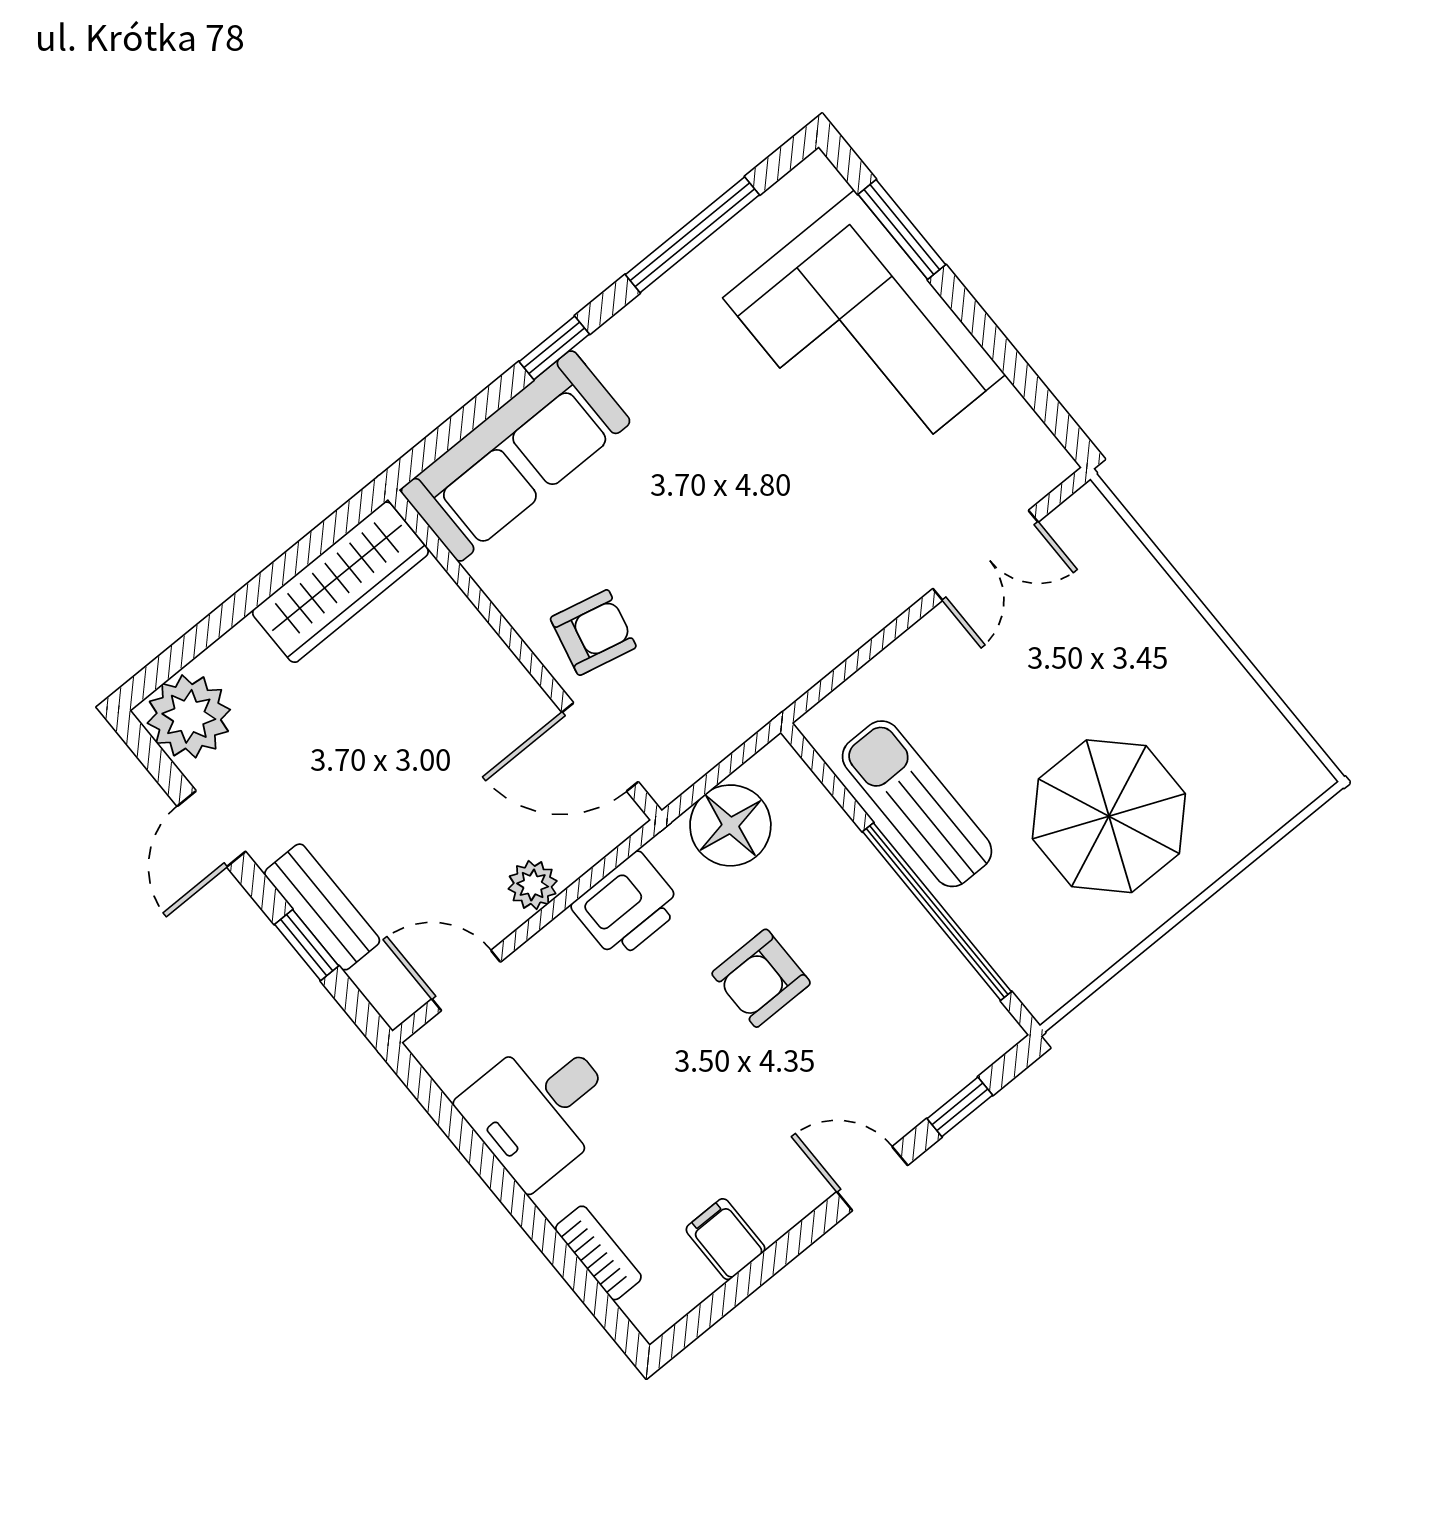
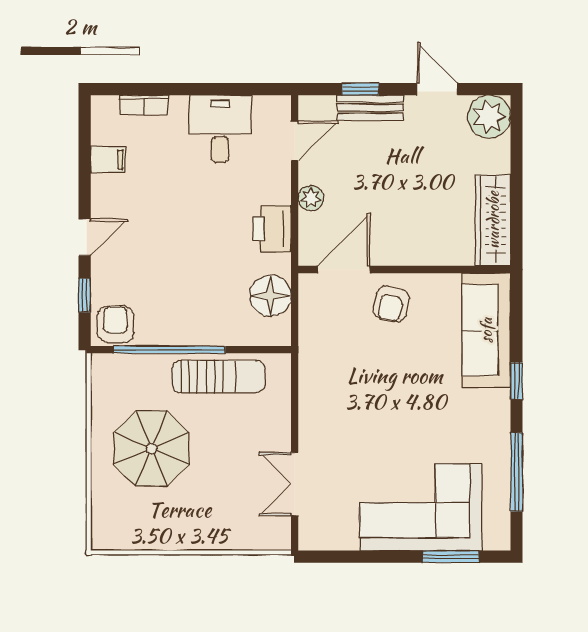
armchair: (761, 978) -> (115, 324), moved

